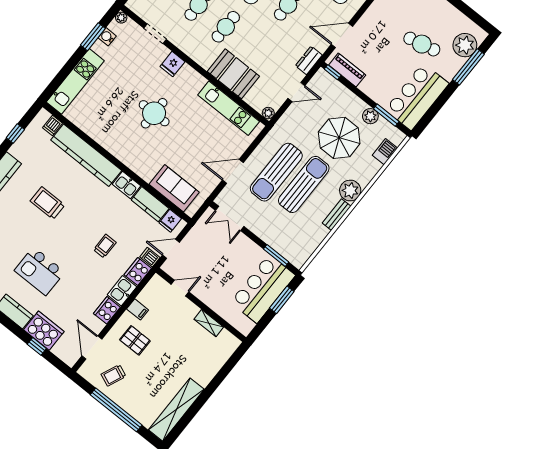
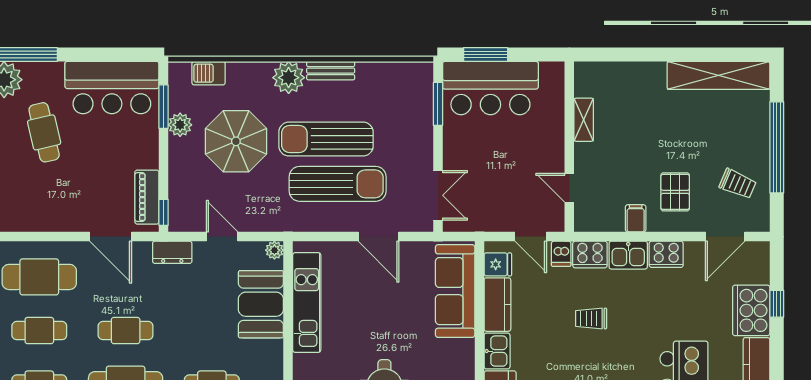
booth: (233, 74) -> (261, 304), moved
sofa: (174, 188) -> (455, 291), width x1.36

